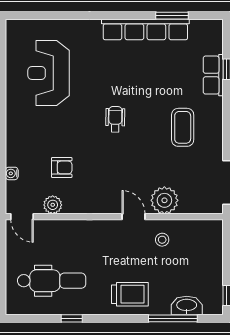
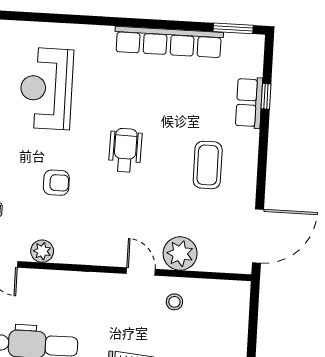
window: (172, 16) -> (233, 28), moved
wheelchair: (115, 119) -> (125, 150), width x1.36, depth x1.37
armchair: (62, 167) -> (56, 183), moved

